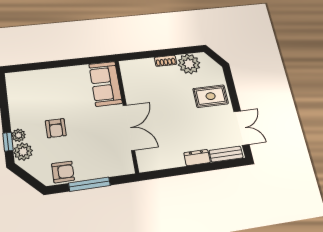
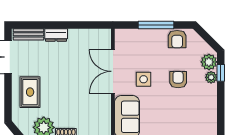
rug: (211, 96) -> (30, 92), turned 90
side table: (94, 124) -> (144, 79), added
armchair: (63, 172) -> (177, 39), turned -90

